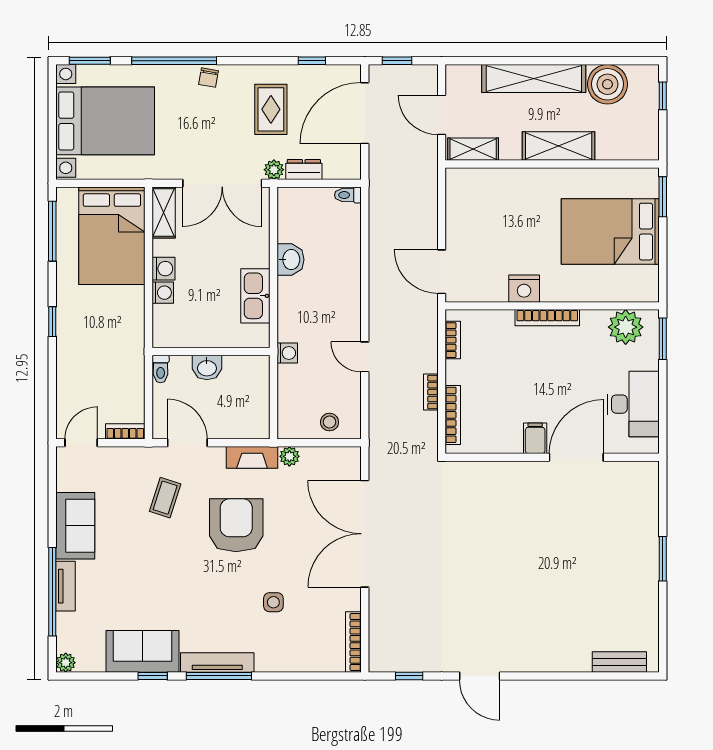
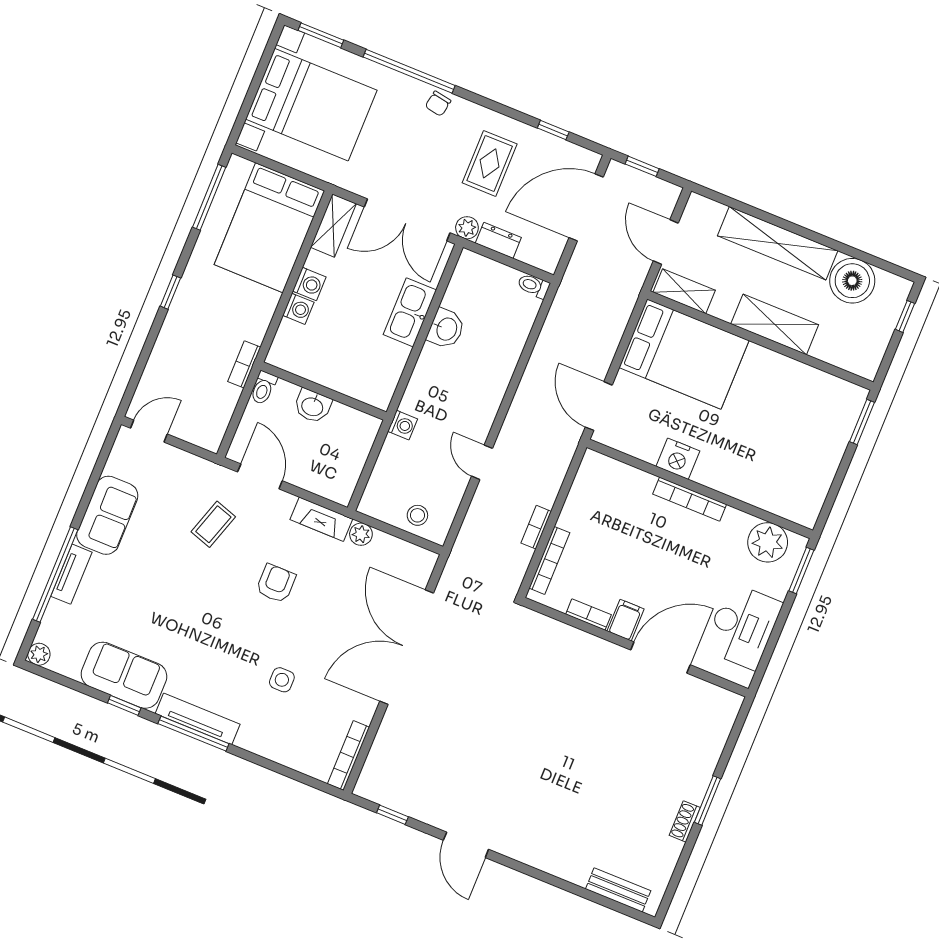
bed: (610, 232) -> (684, 354), moved, turned 180
kitchen sink: (255, 296) -> (410, 312), moved
bookcase: (453, 340) -> (588, 614), moved, turned -90
bookcase: (125, 431) -> (244, 364), moved, turned -90
armchair: (236, 525) -> (276, 583), width x0.53, depth x0.53
shoe rack: (651, 584) -> (685, 821), added

